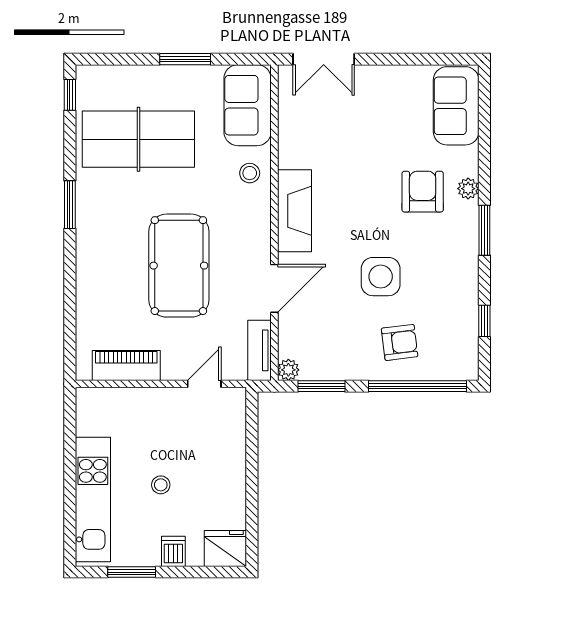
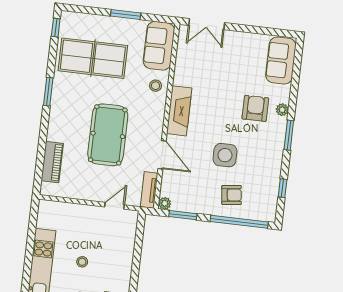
door: (274, 288) -> (162, 155), hinge flipped
piano: (126, 365) -> (52, 162), moved, turned 90

